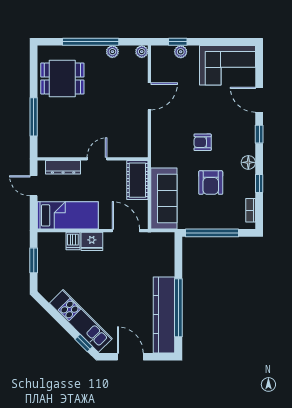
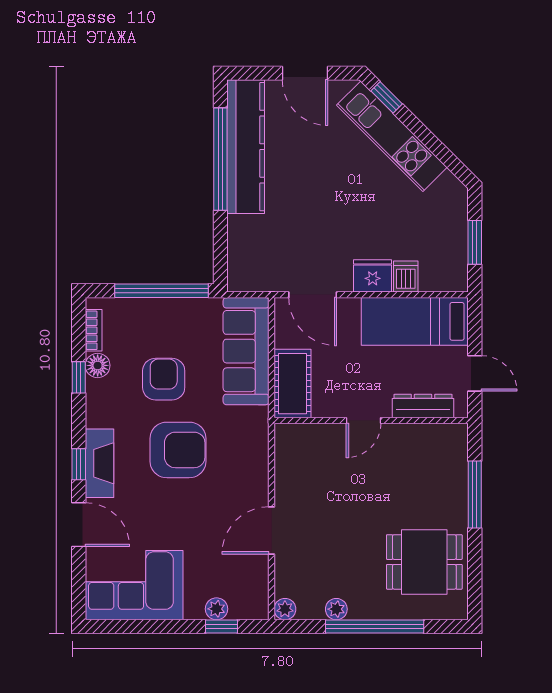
fireplace: (247, 135) -> (99, 463), added
armchair: (203, 142) -> (178, 450), width x1.88, depth x1.88
floor lamp: (248, 162) -> (98, 365), moved

